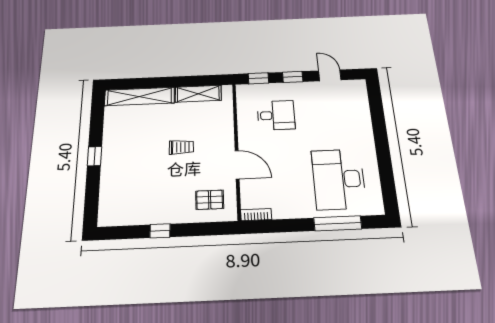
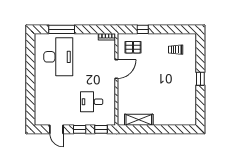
shelving: (140, 97) -> (175, 119), removed
trolley: (181, 147) -> (176, 50), moved
door: (237, 165) -> (116, 69), swing flipped
window: (160, 231) -> (143, 29), moved

